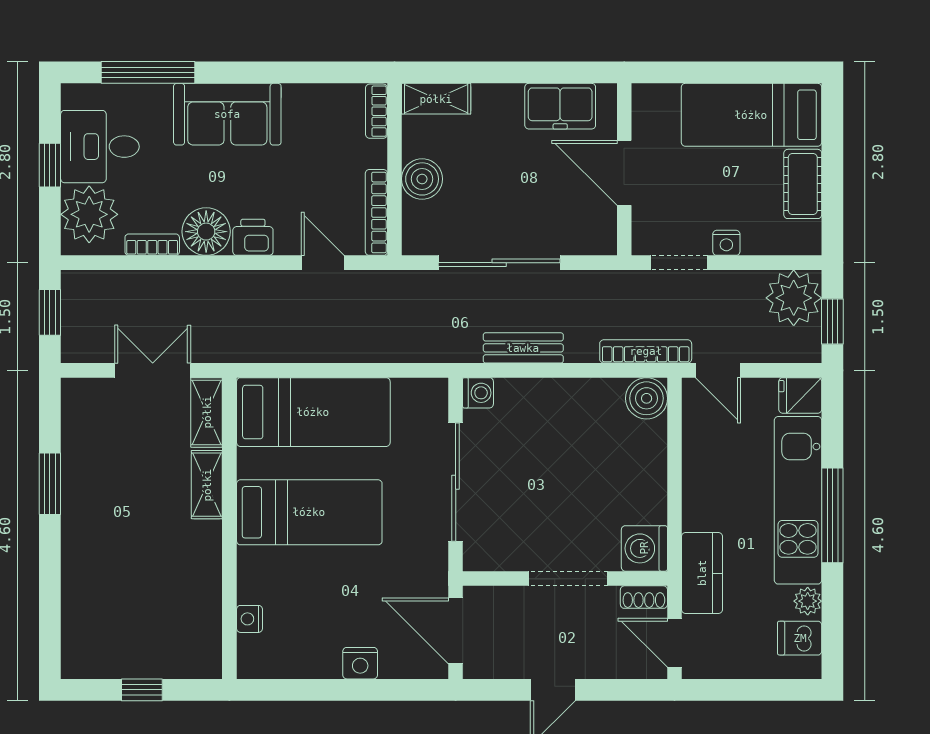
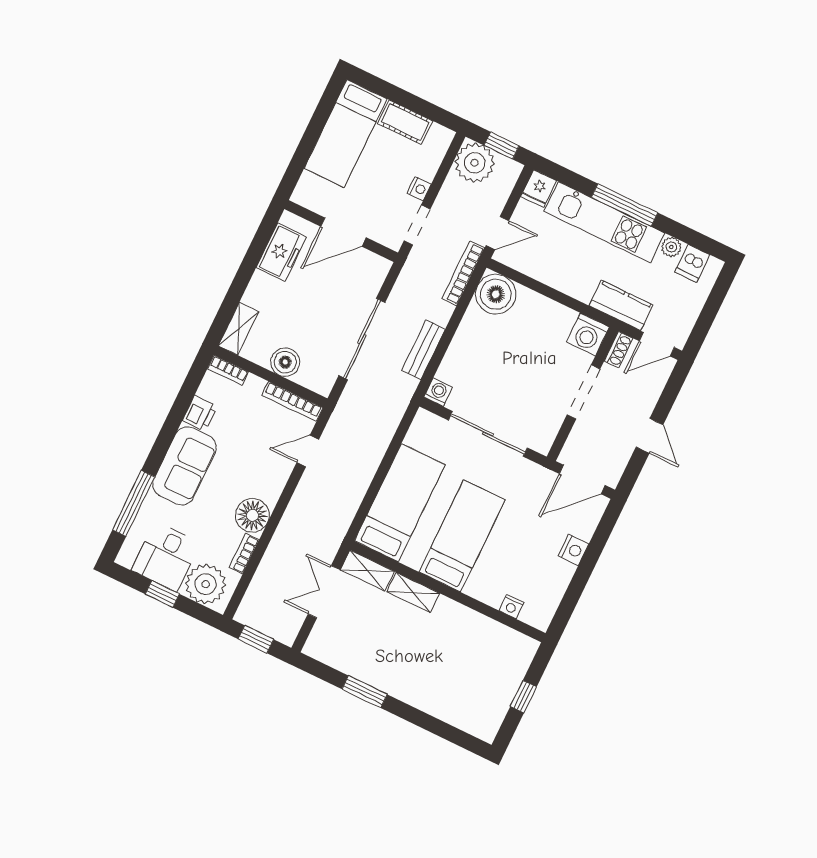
printer: (253, 237) -> (200, 413), moved, turned 180
boiler: (647, 398) -> (496, 294), width x1.37, depth x1.37

